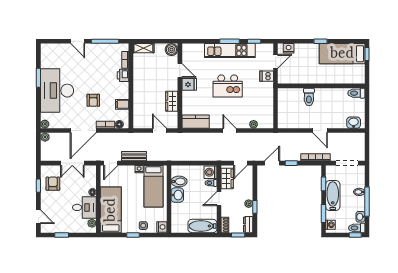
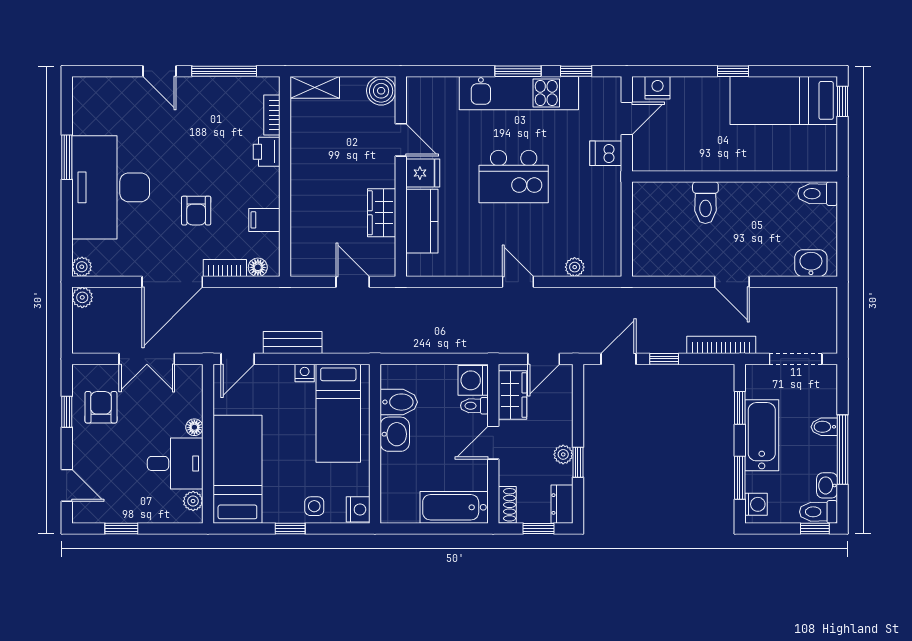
kitchen counter: (196, 122) -> (422, 221), moved, turned 90

